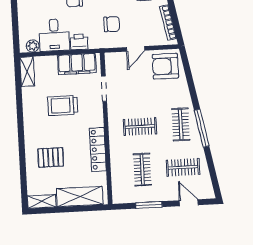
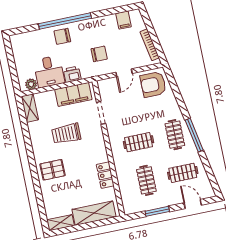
locker: (98, 150) -> (105, 175), width x0.66
pallet: (51, 157) -> (53, 170), moved

